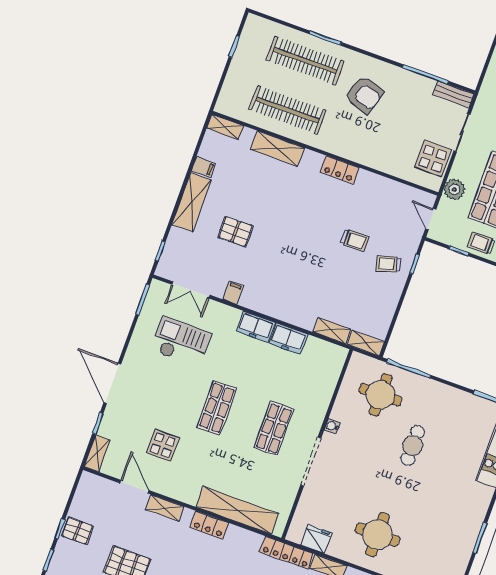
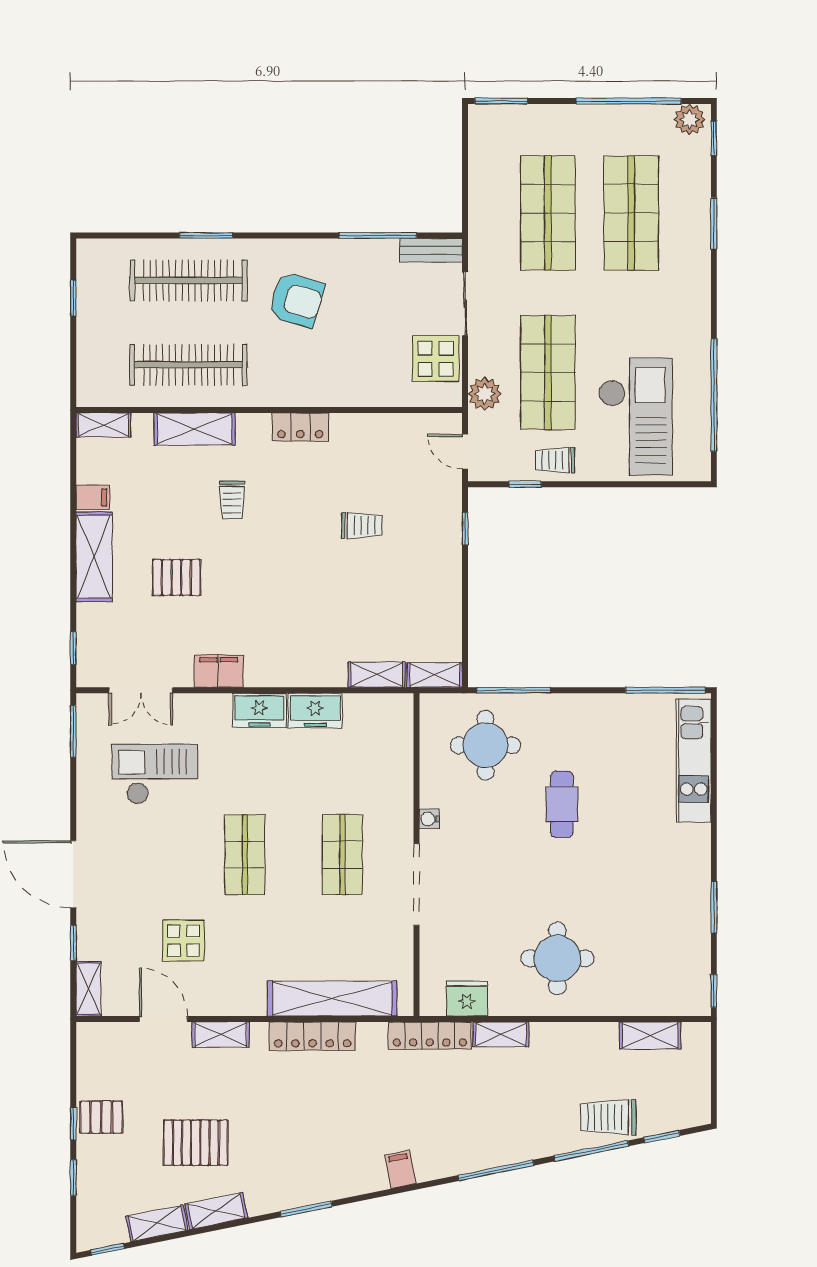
trolley: (388, 264) -> (232, 500), moved, turned -74
filing cabinet: (233, 293) -> (219, 671), width x2.00
locker: (209, 525) -> (313, 1036), width x1.53

